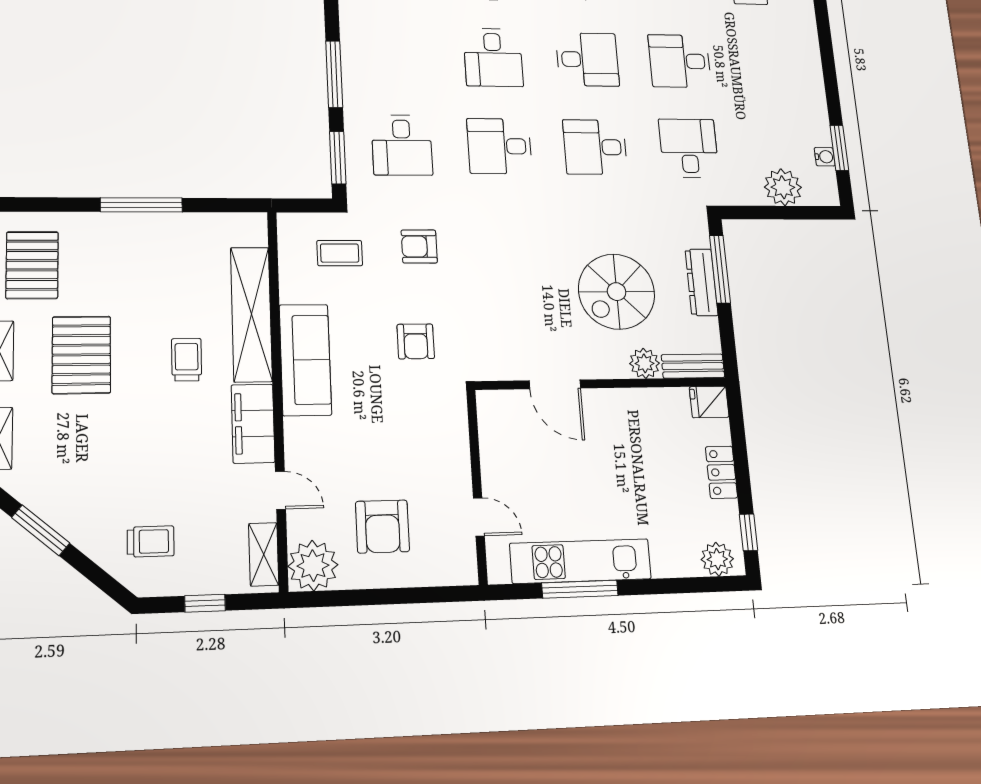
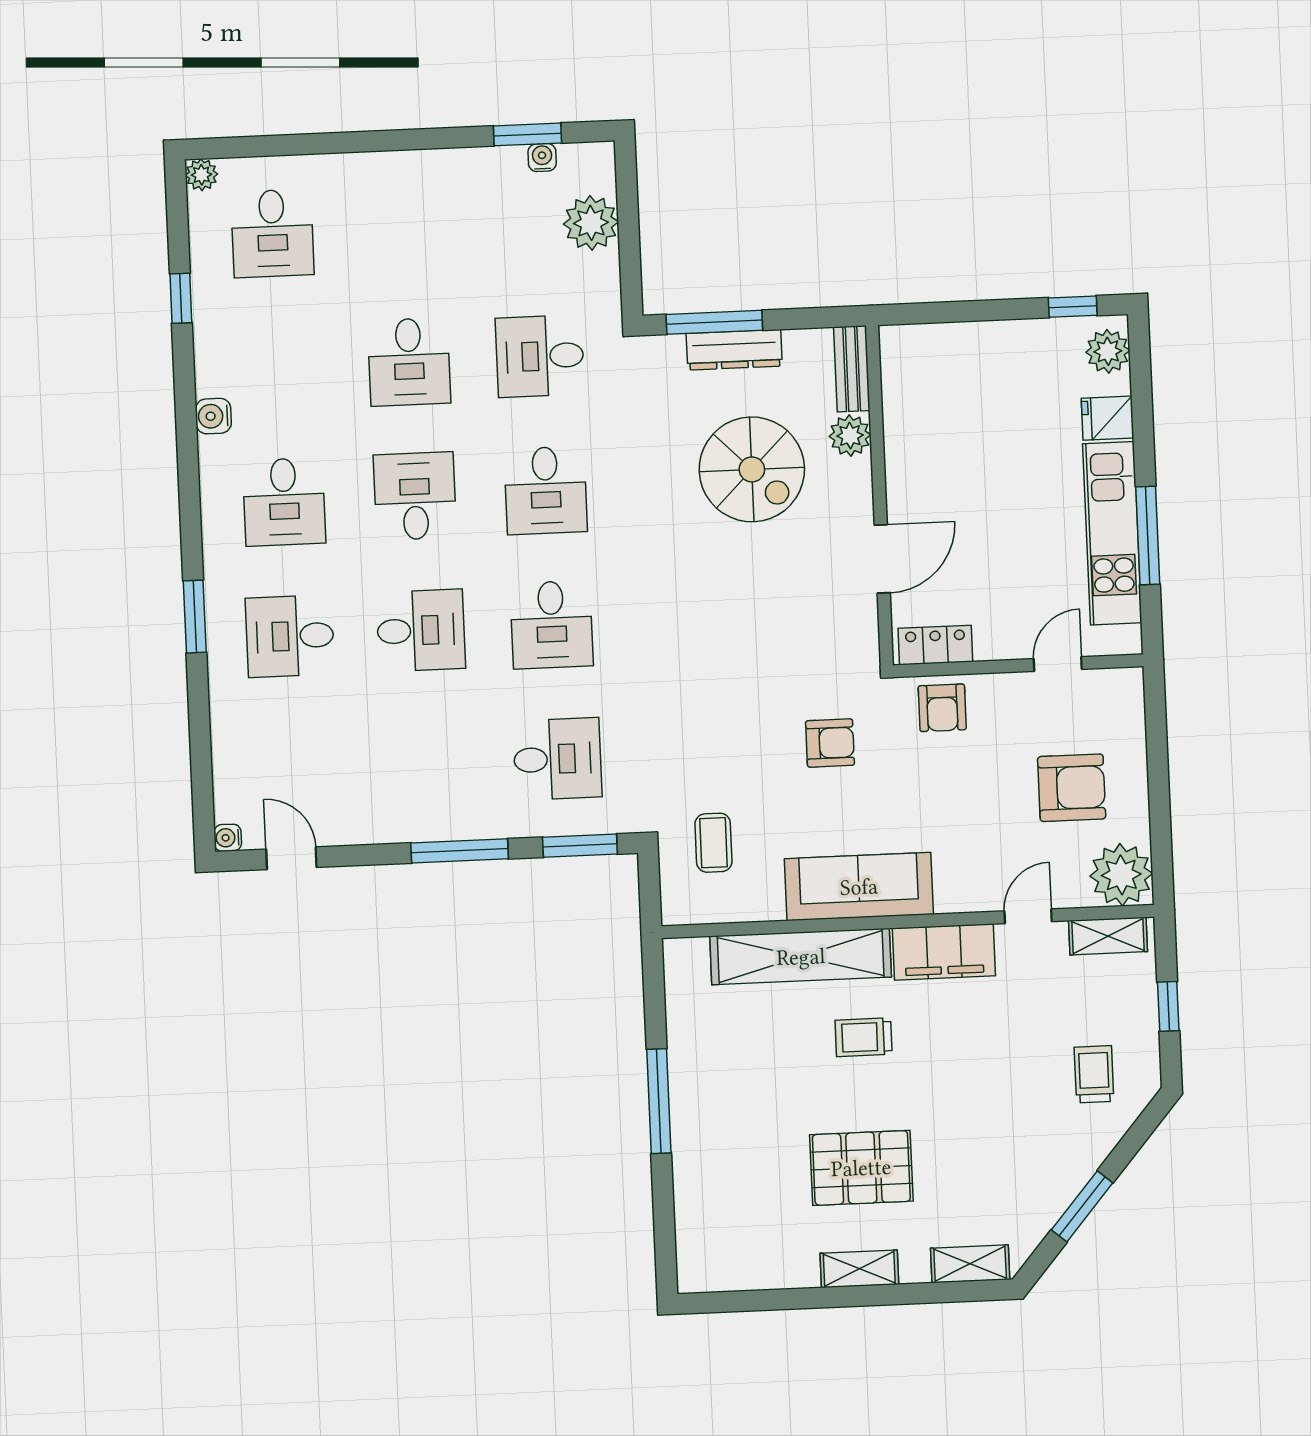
armchair: (419, 246) -> (942, 708), moved
pallet: (32, 265) -> (746, 1234), removed
fridge: (709, 402) -> (1107, 418), moved, turned 90
locker: (721, 472) -> (935, 645), moved, turned 180

